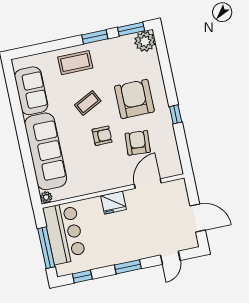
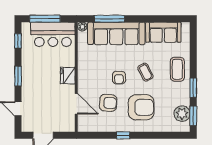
plant: (145, 41) -> (182, 114), moved
window: (28, 164) -> (109, 19), added

